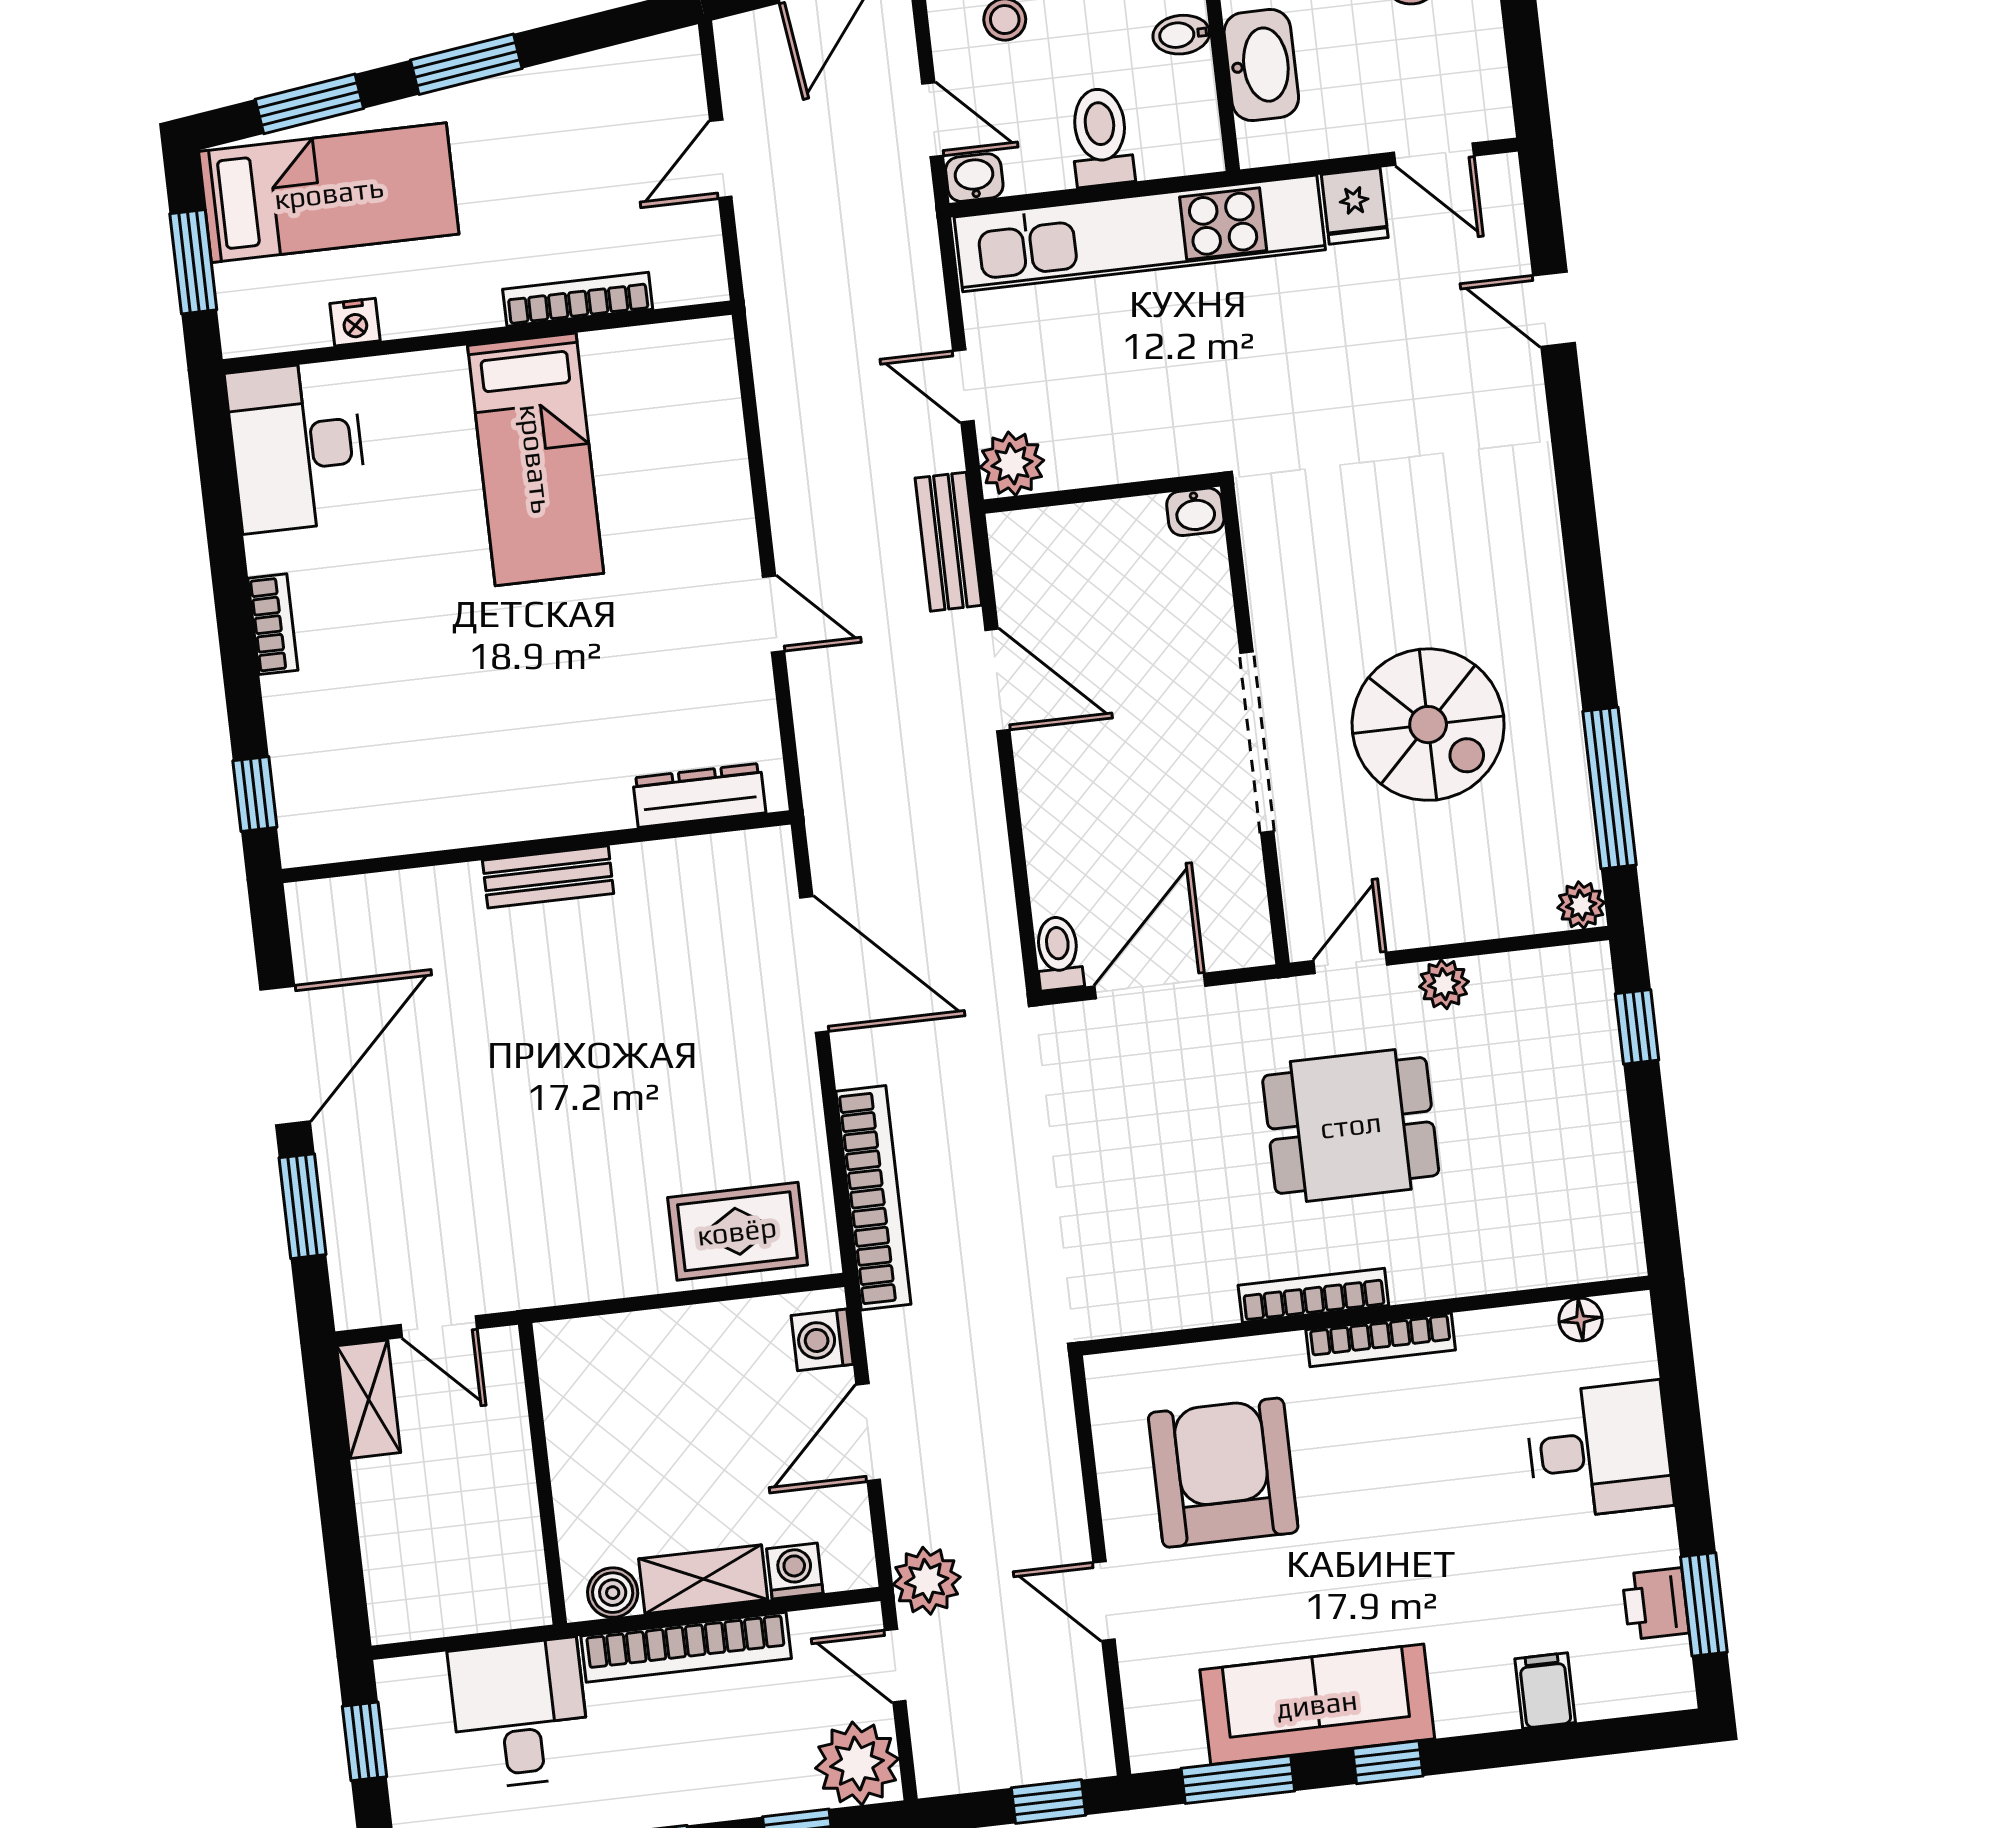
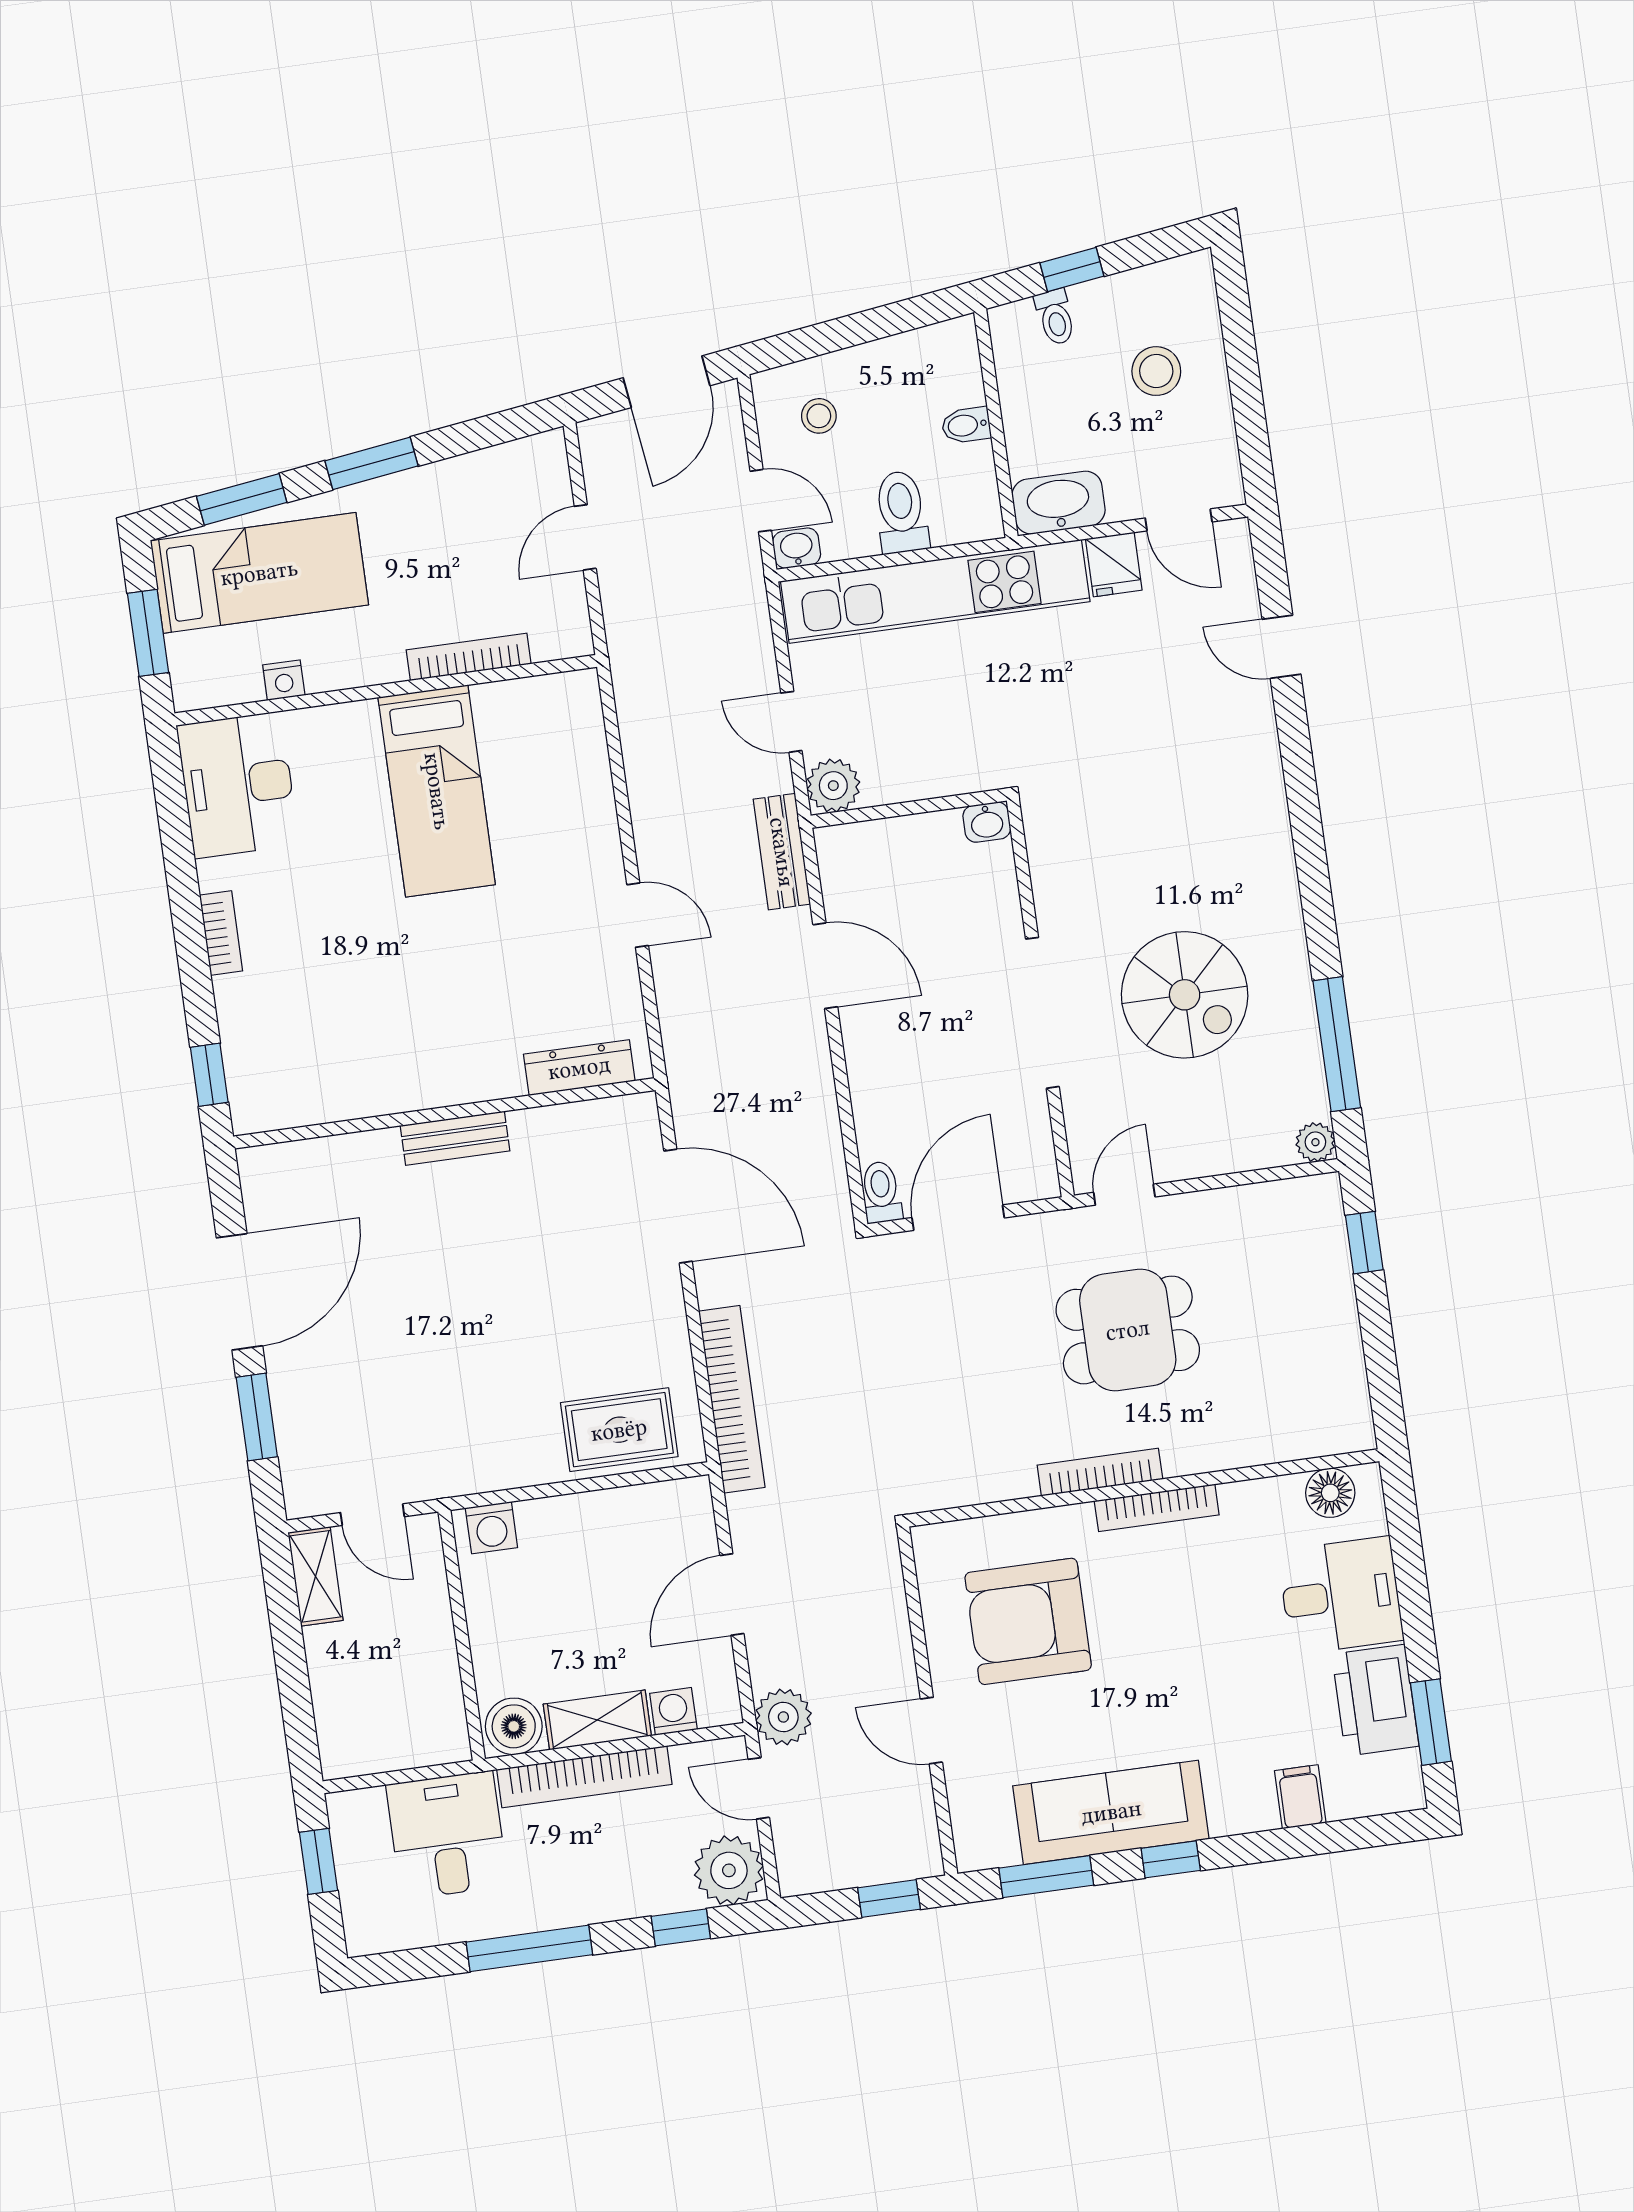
washbasin: (1261, 65) -> (1059, 503), moved, turned -90
plant: (1444, 984) -> (1203, 1211), removed
floor lamp: (1581, 1320) -> (1330, 1493), width x1.37, depth x1.37
washing machine: (822, 1340) -> (491, 1528), moved, turned -90
armchair: (1223, 1473) -> (1028, 1621), turned -90
boiler: (613, 1593) -> (514, 1726), width x1.36, depth x1.36
printer: (1656, 1604) -> (1375, 1700), width x1.87, depth x1.48

